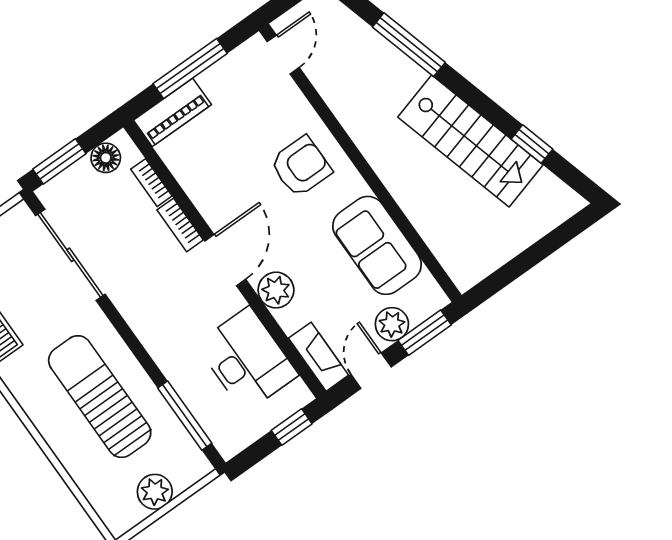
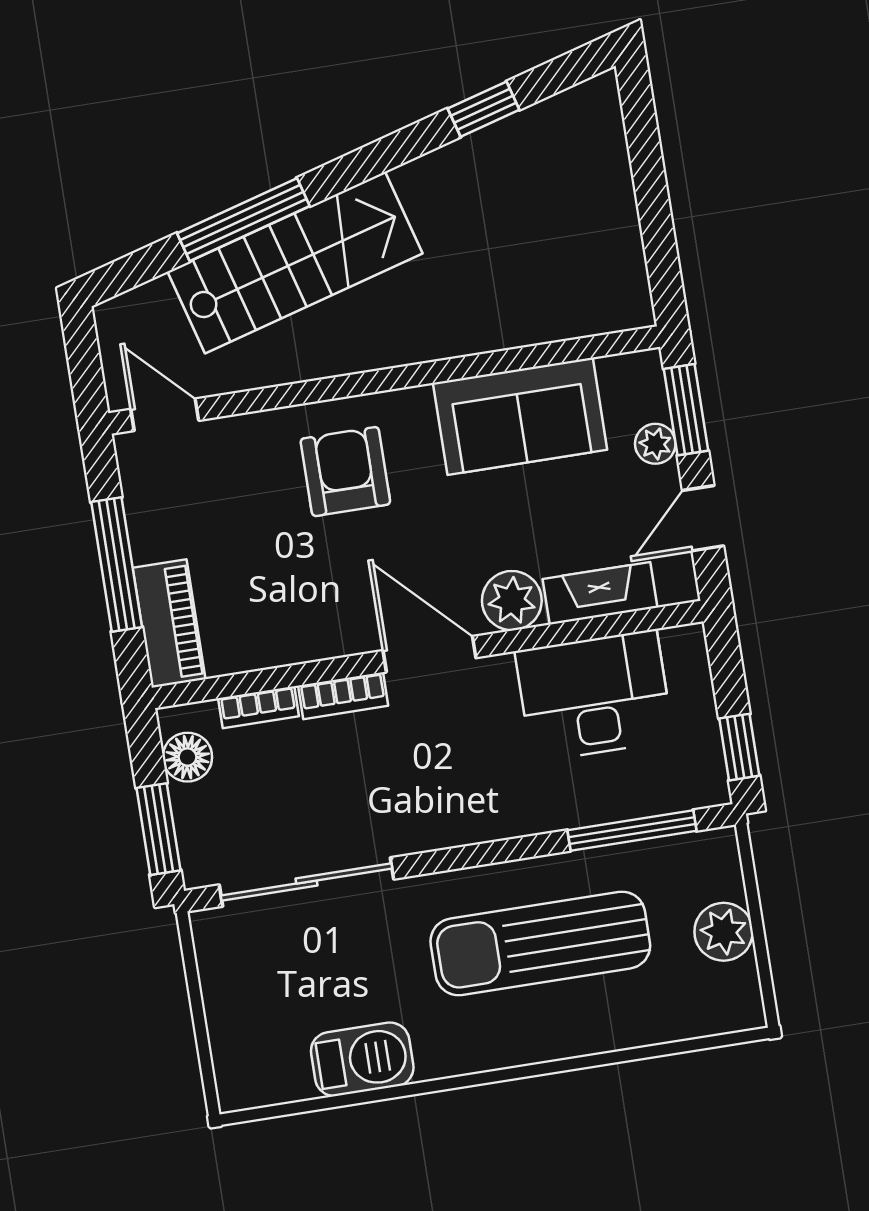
stairs: (470, 141) -> (295, 263), moved
plant: (392, 324) -> (655, 444), width x0.73, depth x0.73
fireplace: (319, 357) -> (600, 593), moved
door: (371, 371) -> (703, 518), hinge flipped
window: (292, 427) -> (739, 747), moved

